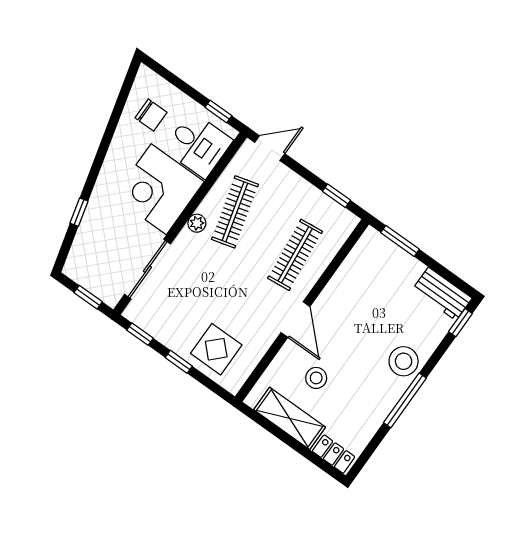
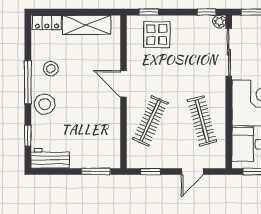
door: (270, 148) -> (192, 172), moved
plant: (197, 223) -> (219, 22), moved
clothes rail: (295, 255) -> (150, 121), turned 30
window: (460, 323) -> (28, 136), moved
window: (179, 362) -> (149, 12), moved
stool: (316, 378) -> (51, 69), moved

